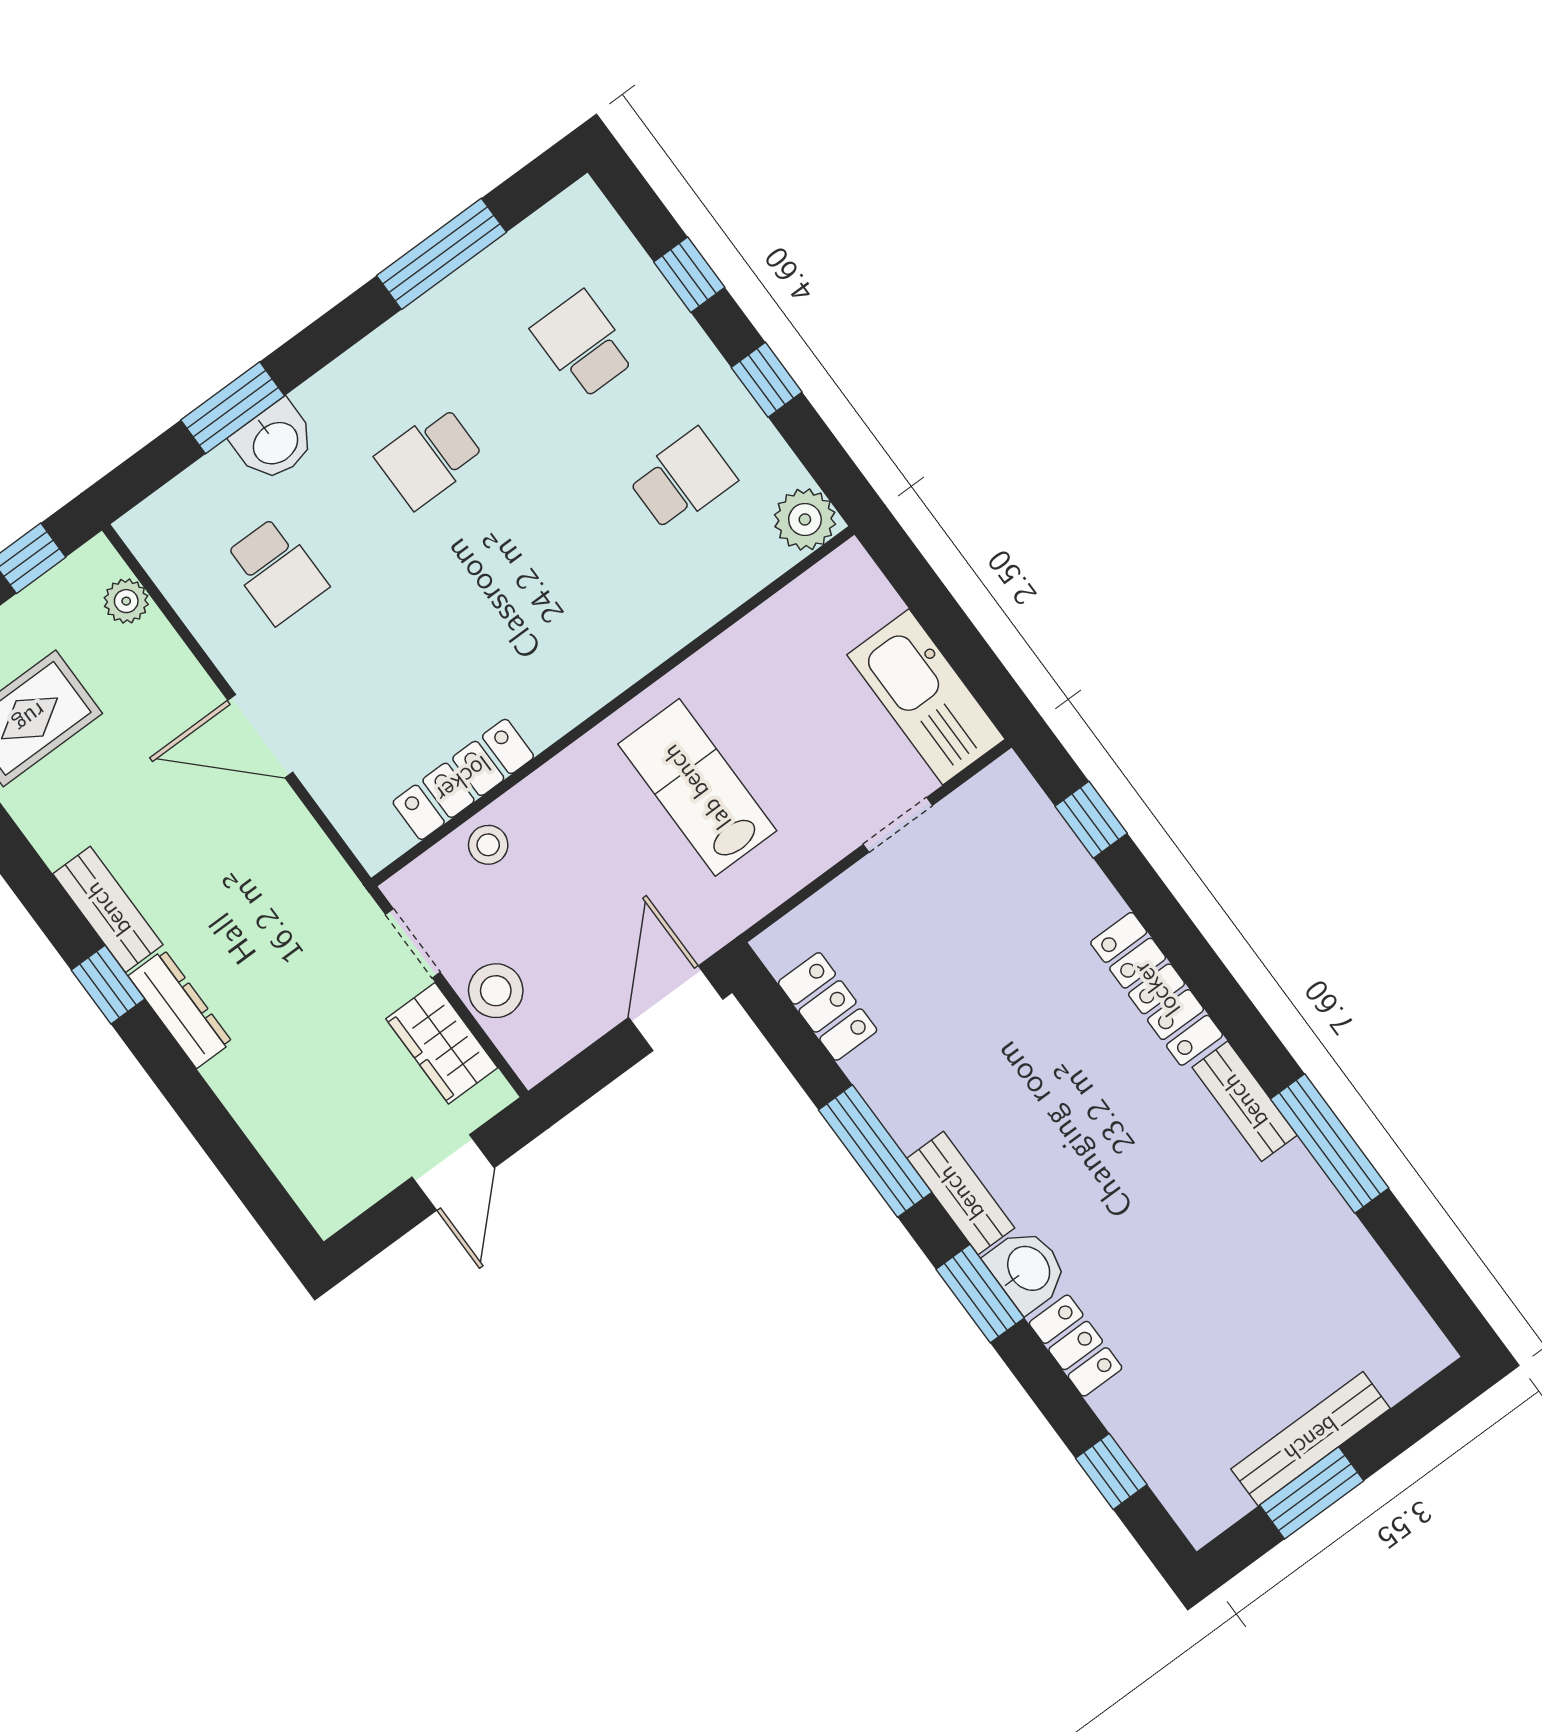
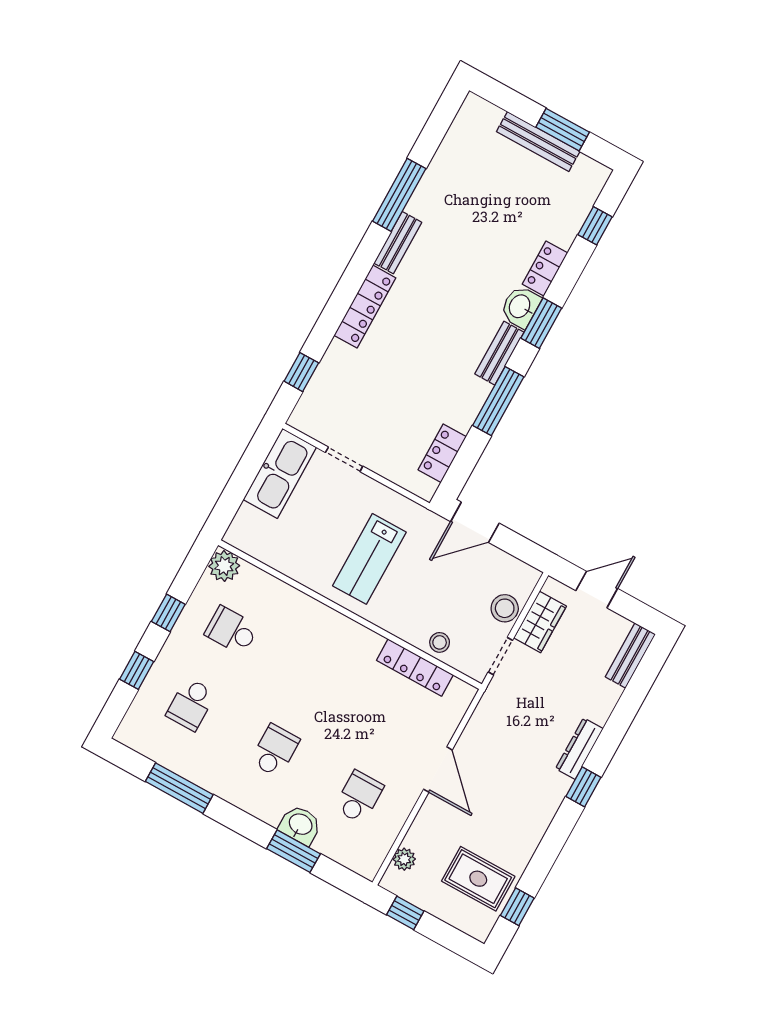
school desk: (430, 458) -> (275, 751), turned -90
bench: (108, 909) -> (630, 656), moved

